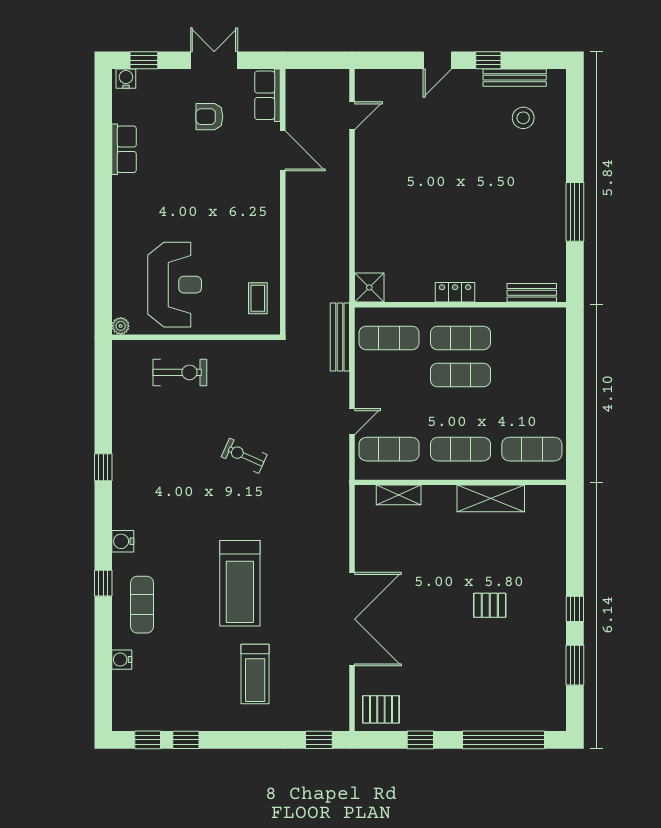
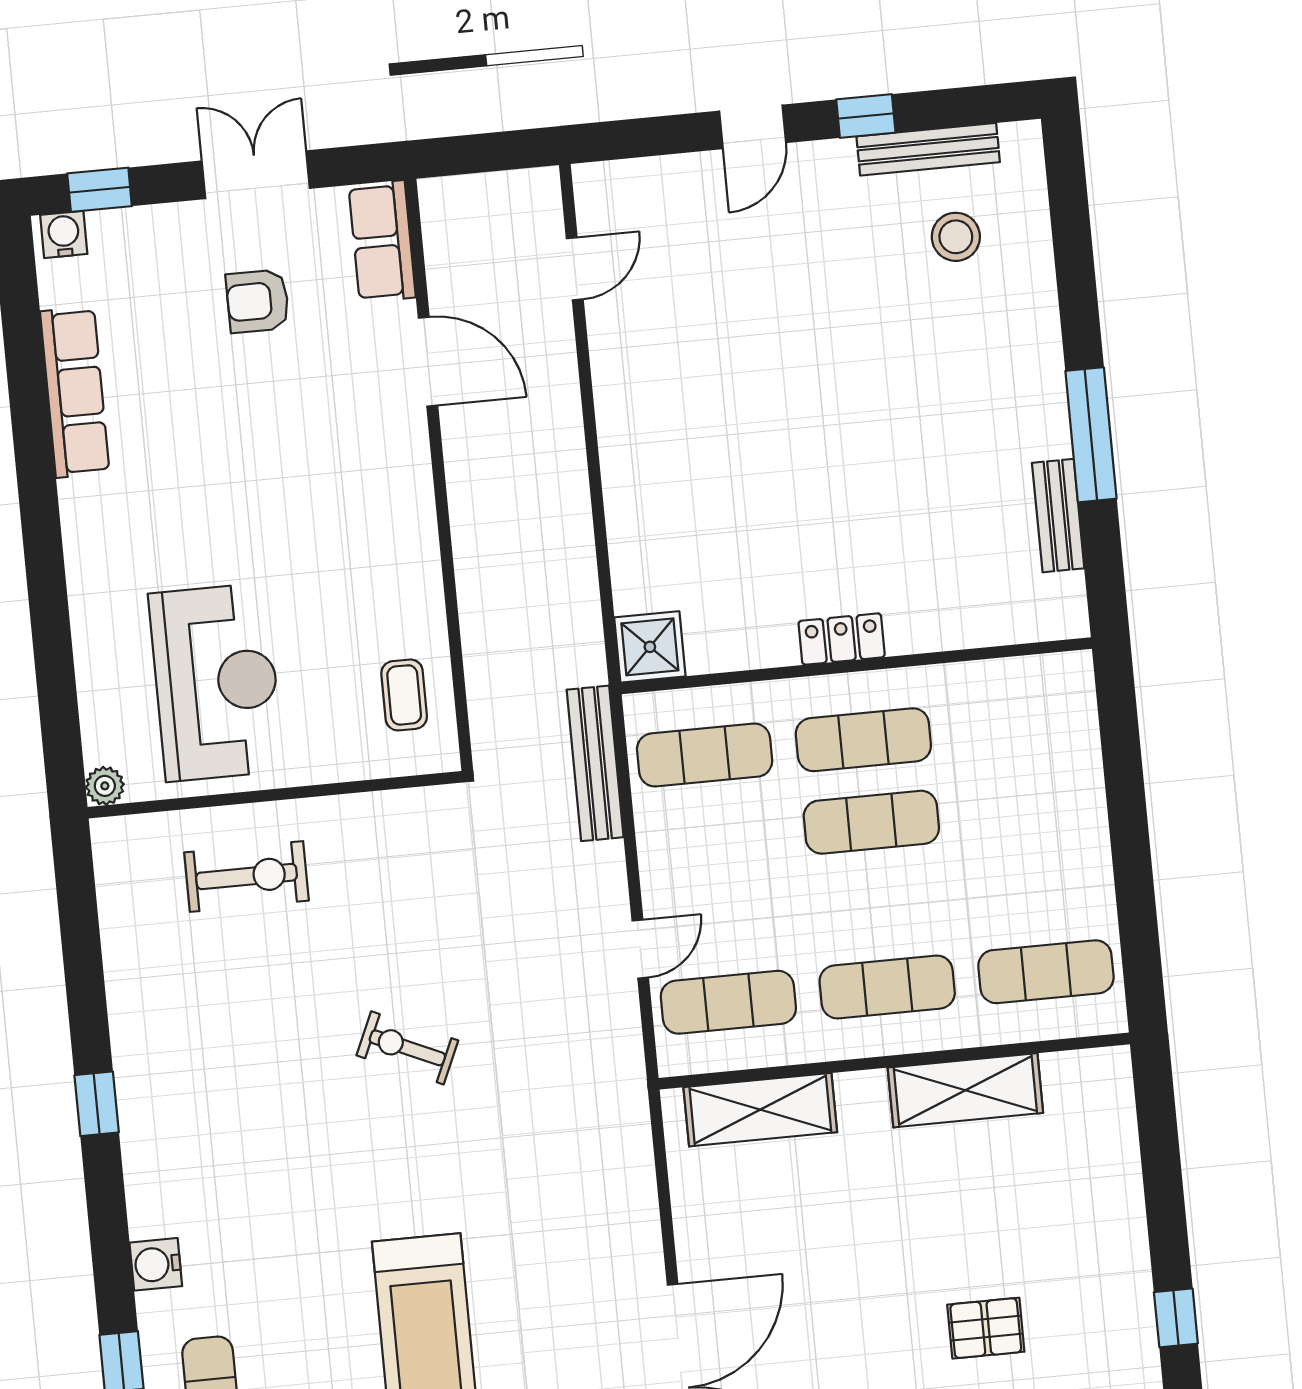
row of seats: (124, 149) -> (75, 392), width x1.48
bench: (532, 293) -> (1058, 516), moved, turned 90
shelving: (399, 495) -> (760, 1110), width x1.50, depth x1.33

